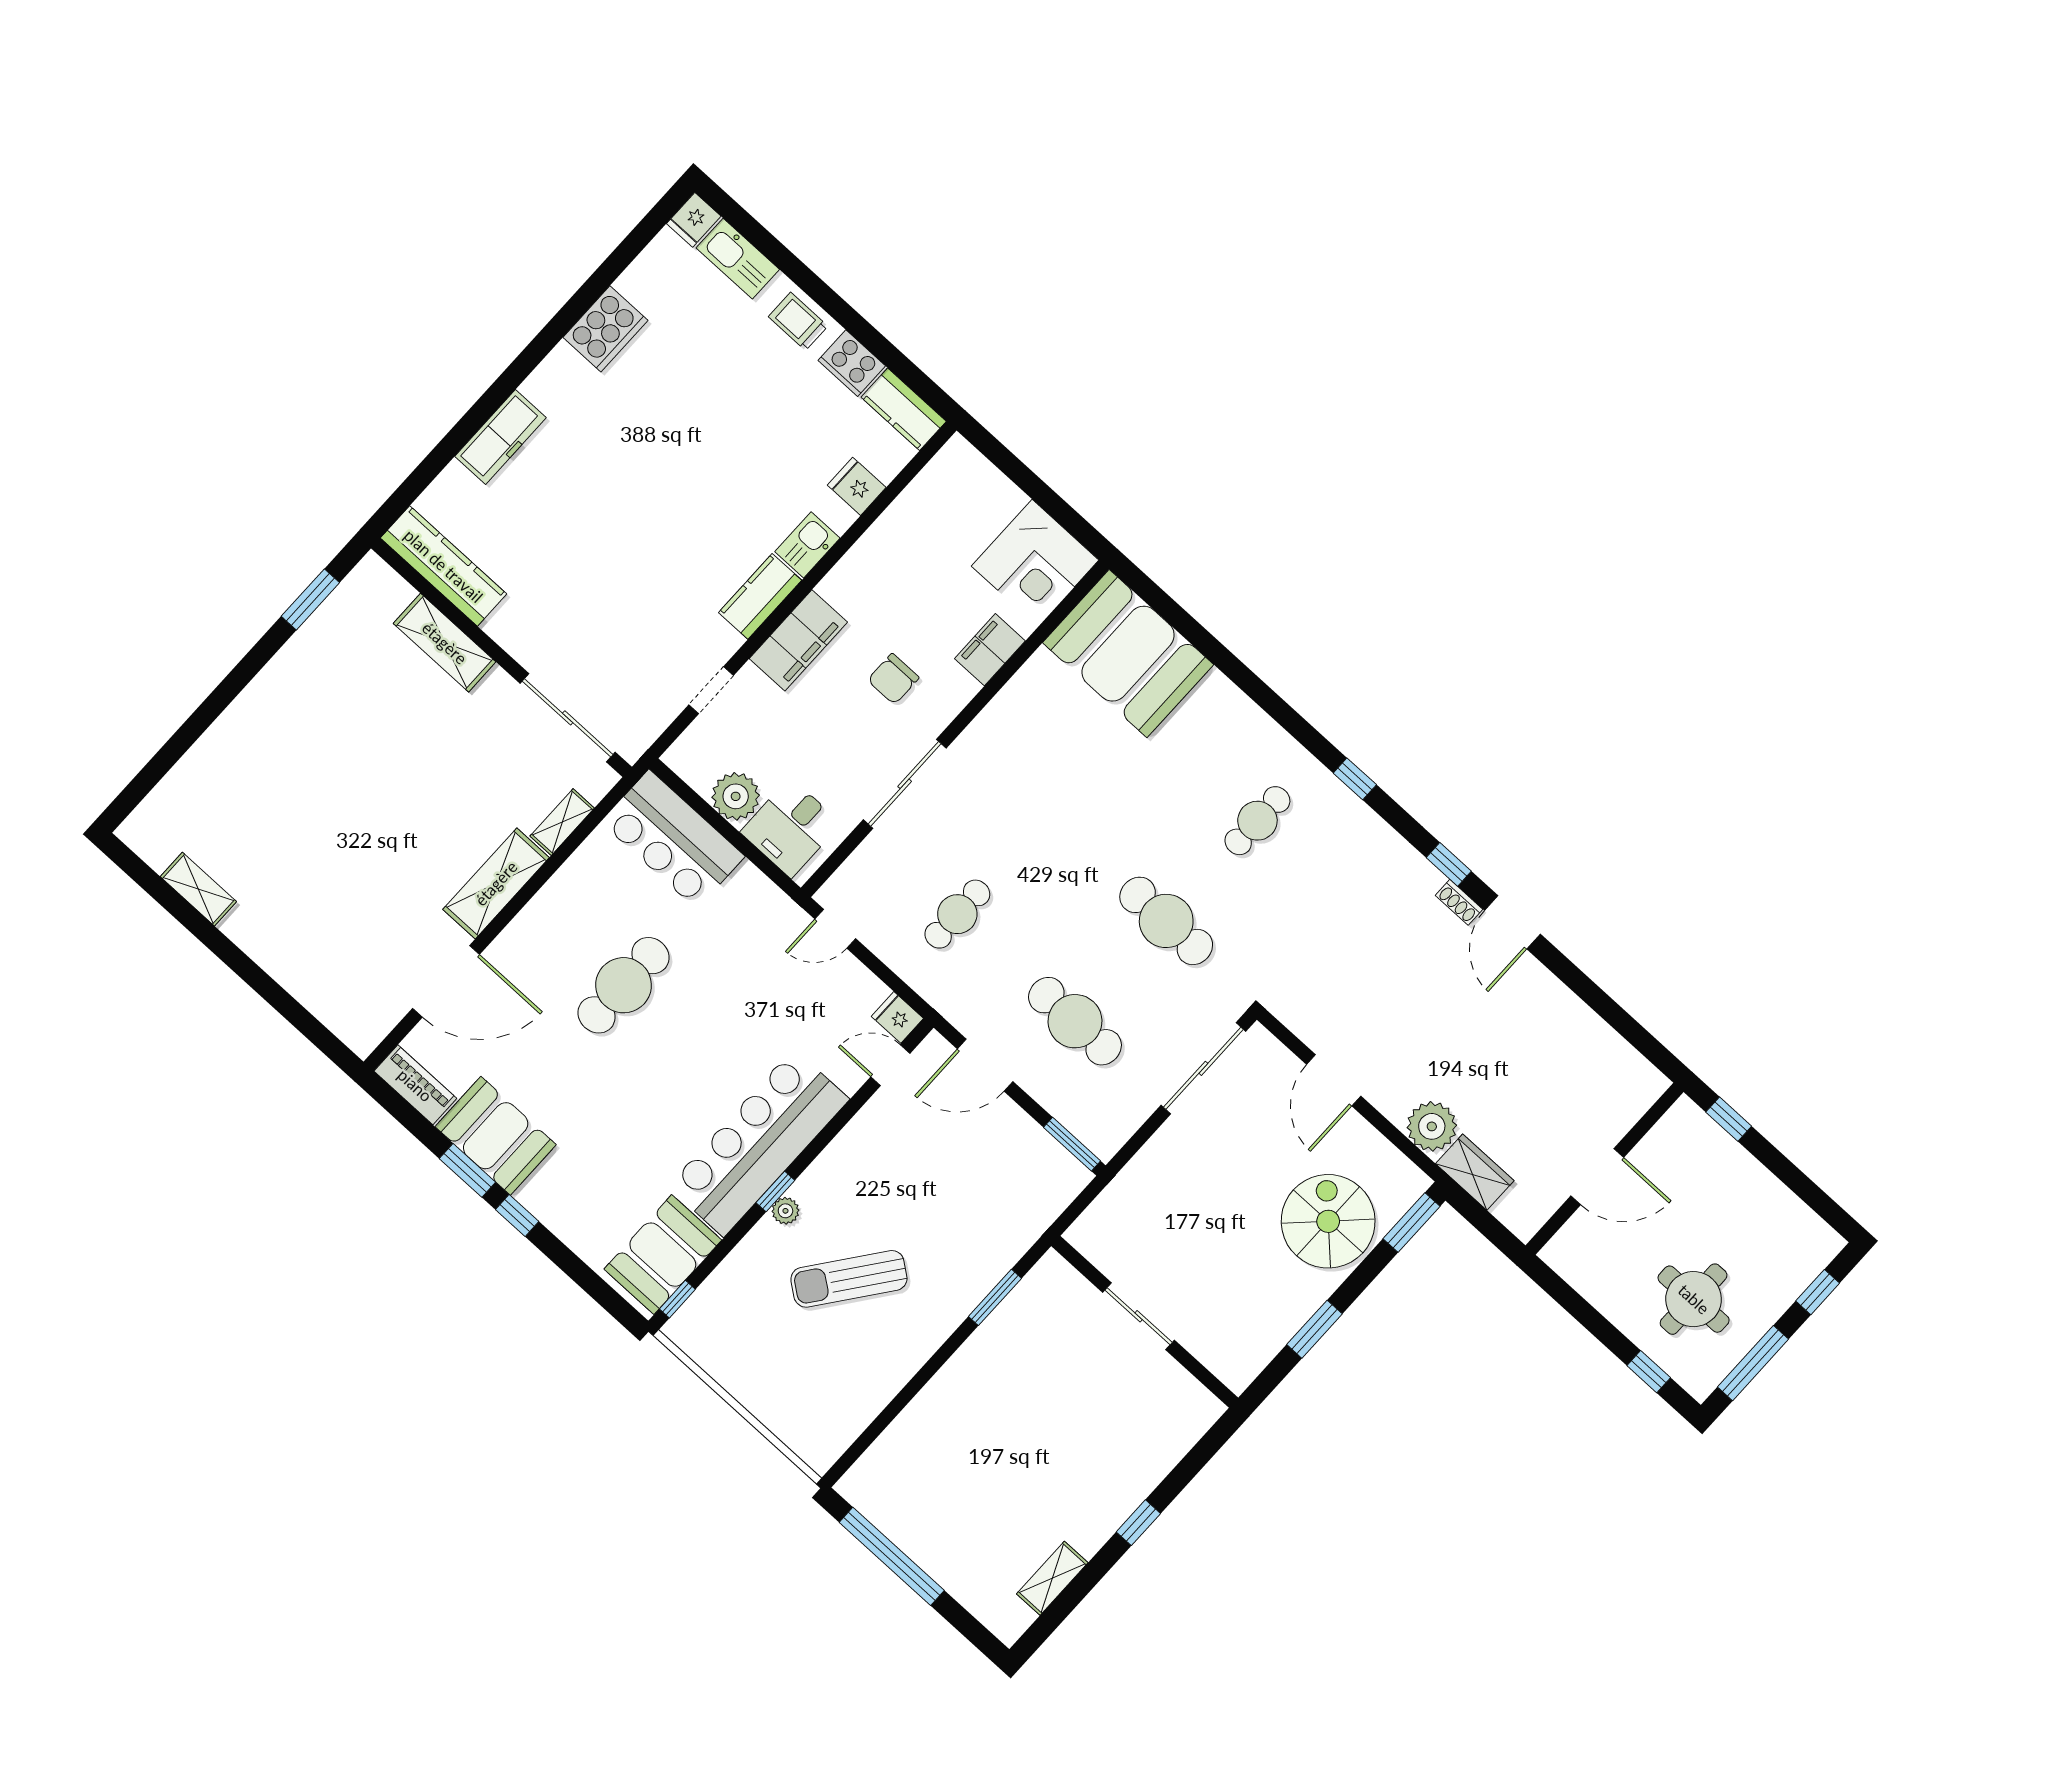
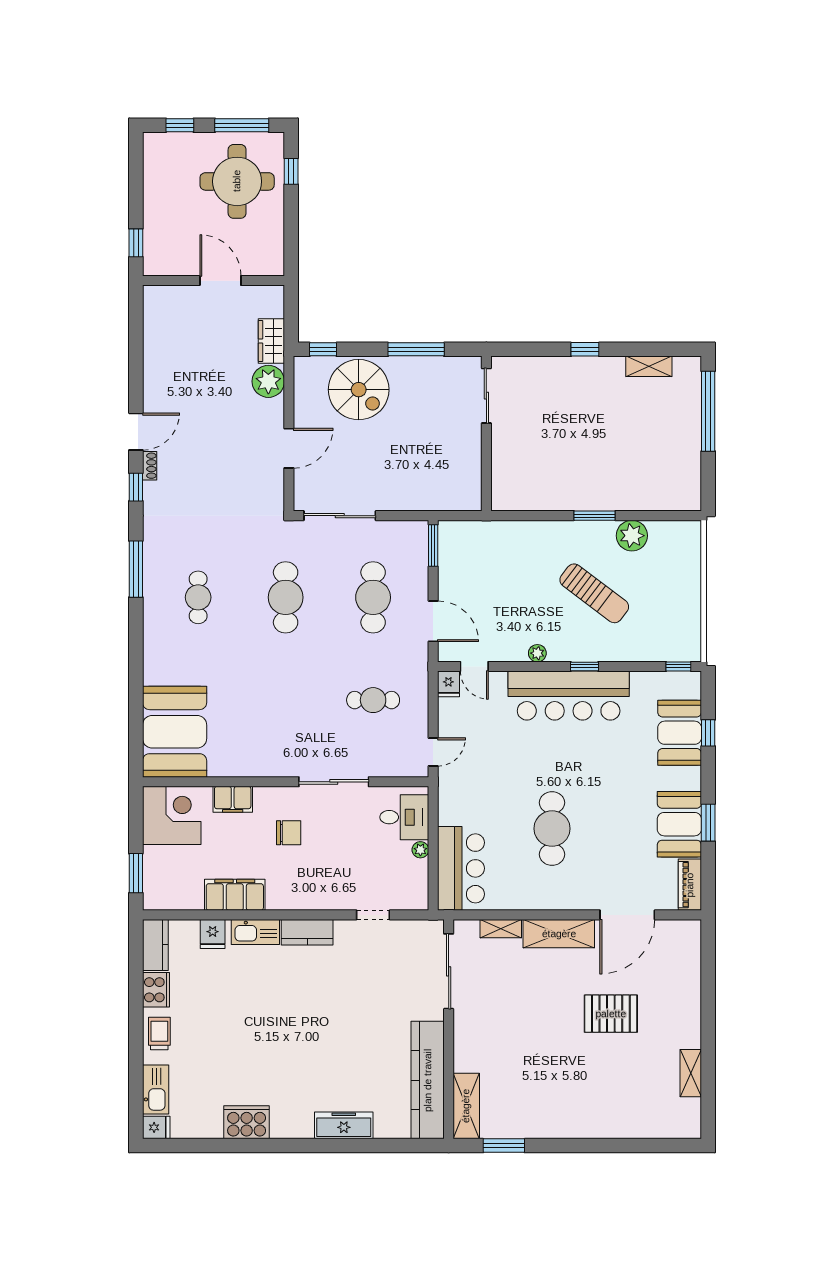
trolley: (798, 321) -> (159, 1034), turned 180
window: (1006, 462) -> (136, 873), added
kitchen sink: (807, 545) -> (255, 932), width x1.38
kitchen counter: (444, 566) -> (428, 1080), width x1.39, depth x1.17
filing cabinet: (798, 640) -> (235, 895), moved
shelving: (445, 643) -> (466, 1106), moved
window: (1355, 779) -> (136, 569), width x2.17
plant: (736, 796) -> (420, 850), width x0.53, depth x0.53
cafe table: (1257, 821) -> (198, 597), turned 90
pallet: (350, 860) -> (611, 1014), added
door: (835, 929) -> (433, 752), hinge flipped
door: (446, 981) -> (627, 915), swing flipped
cafe table: (623, 985) -> (552, 829), turned 90
plant: (785, 1211) -> (537, 653), moved
window: (517, 1215) -> (708, 733), moved
spiral stairs: (1328, 1221) -> (359, 390), turned -90
window: (1412, 1223) -> (323, 349), width x0.67
booth: (663, 1255) -> (680, 733), moved, turned 90
window: (995, 1297) -> (595, 516), moved
round table: (1694, 1299) -> (237, 181), width x1.36, depth x1.36
sliding door: (1139, 1316) -> (486, 396), moved
window: (1314, 1329) -> (416, 349), width x1.44
plant: (876, 1382) -> (632, 536), added
window: (892, 1556) -> (708, 411), moved

